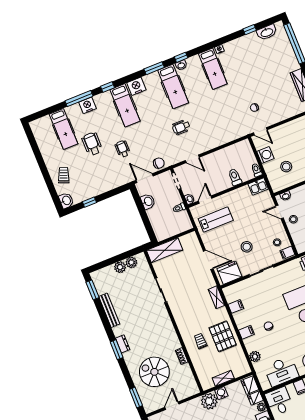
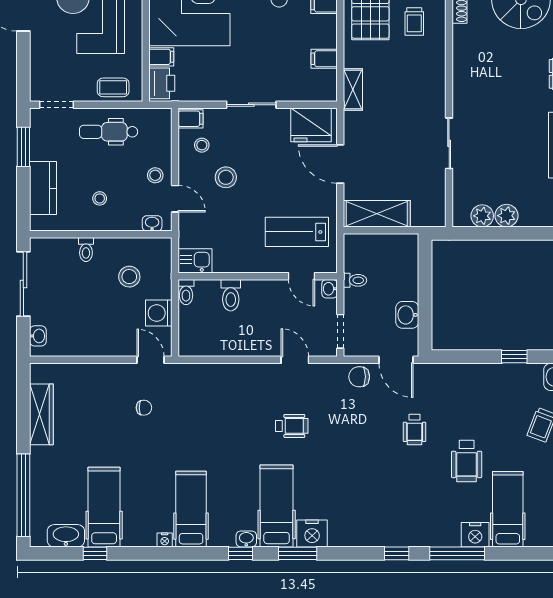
nightstand: (136, 86) -> (312, 533), moved
nightstand: (88, 105) -> (475, 535), moved
hospital bed: (125, 105) -> (104, 507), moved
door: (205, 200) -> (302, 276), hinge flipped
stool: (247, 247) -> (226, 177), moved
shelving: (165, 250) -> (377, 214), moved

